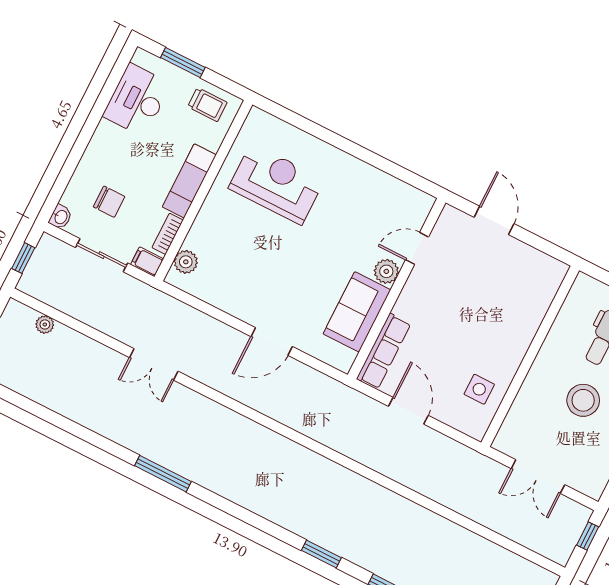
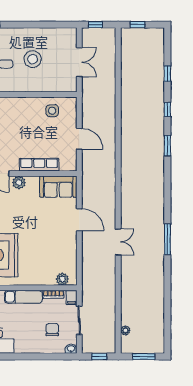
sofa: (357, 312) -> (58, 187), moved
row of seats: (384, 351) -> (39, 165), moved
double door: (154, 364) -> (118, 242), moved
door: (408, 411) -> (79, 139), swing flipped

